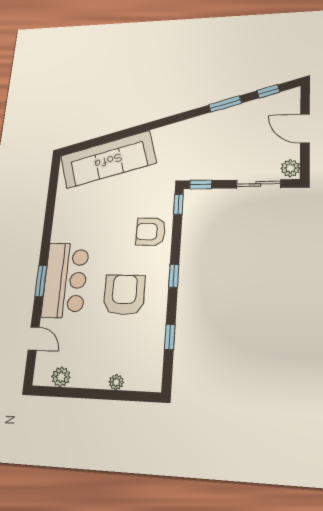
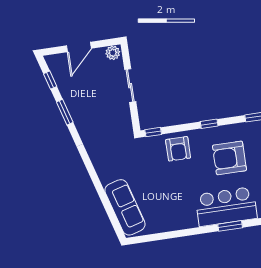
sofa: (108, 159) -> (125, 207), width x0.74, depth x0.79
sliding door: (258, 184) -> (130, 86), moved
window: (201, 185) -> (135, 118), removed

